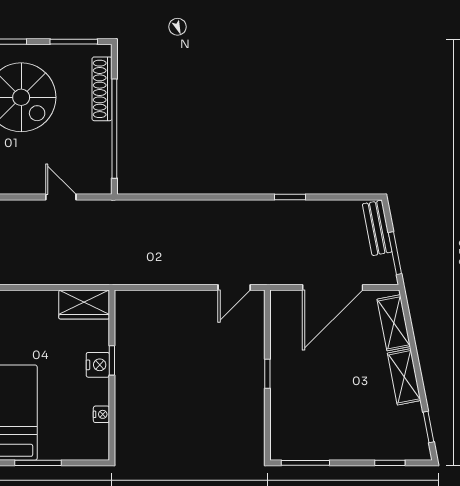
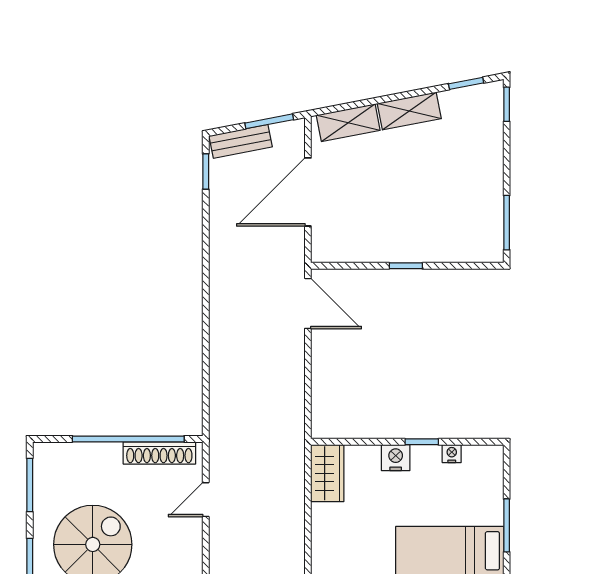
shoe rack: (102, 89) -> (159, 453), moved
window: (290, 197) -> (206, 172), moved
door: (234, 287) -> (308, 303), width x1.38
door: (333, 287) -> (308, 192), swing flipped
window: (112, 360) -> (422, 442), moved
window: (390, 463) -> (507, 104), moved

